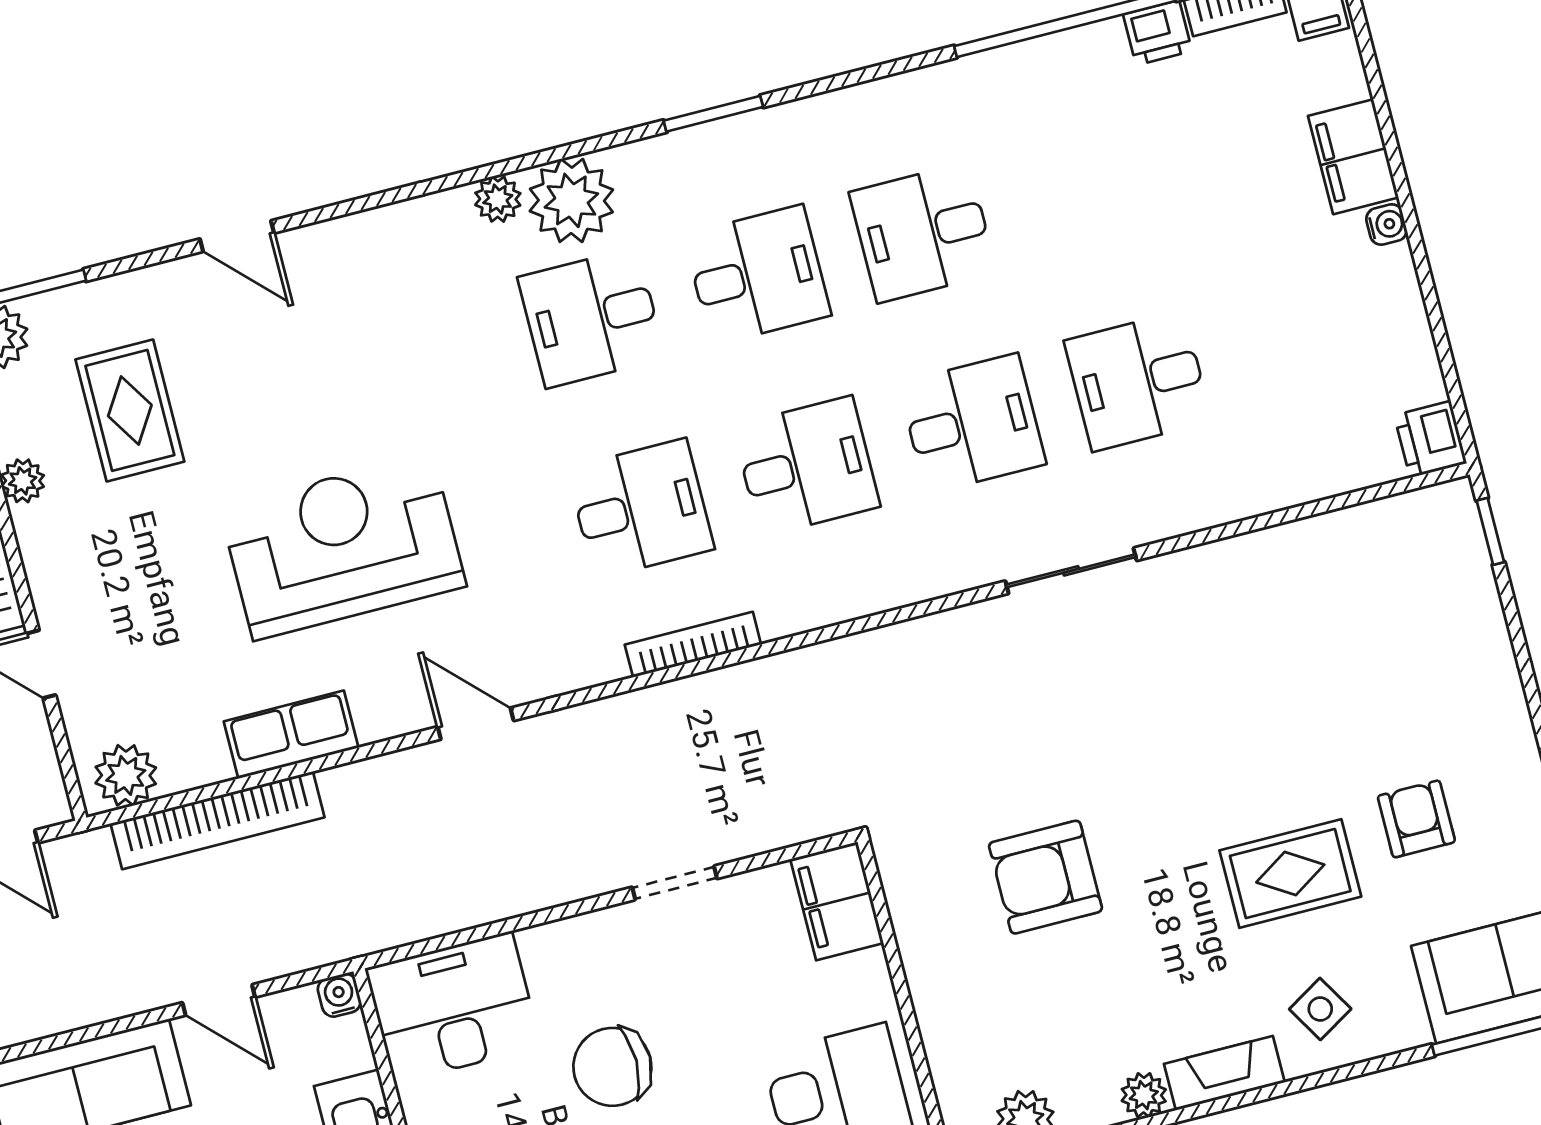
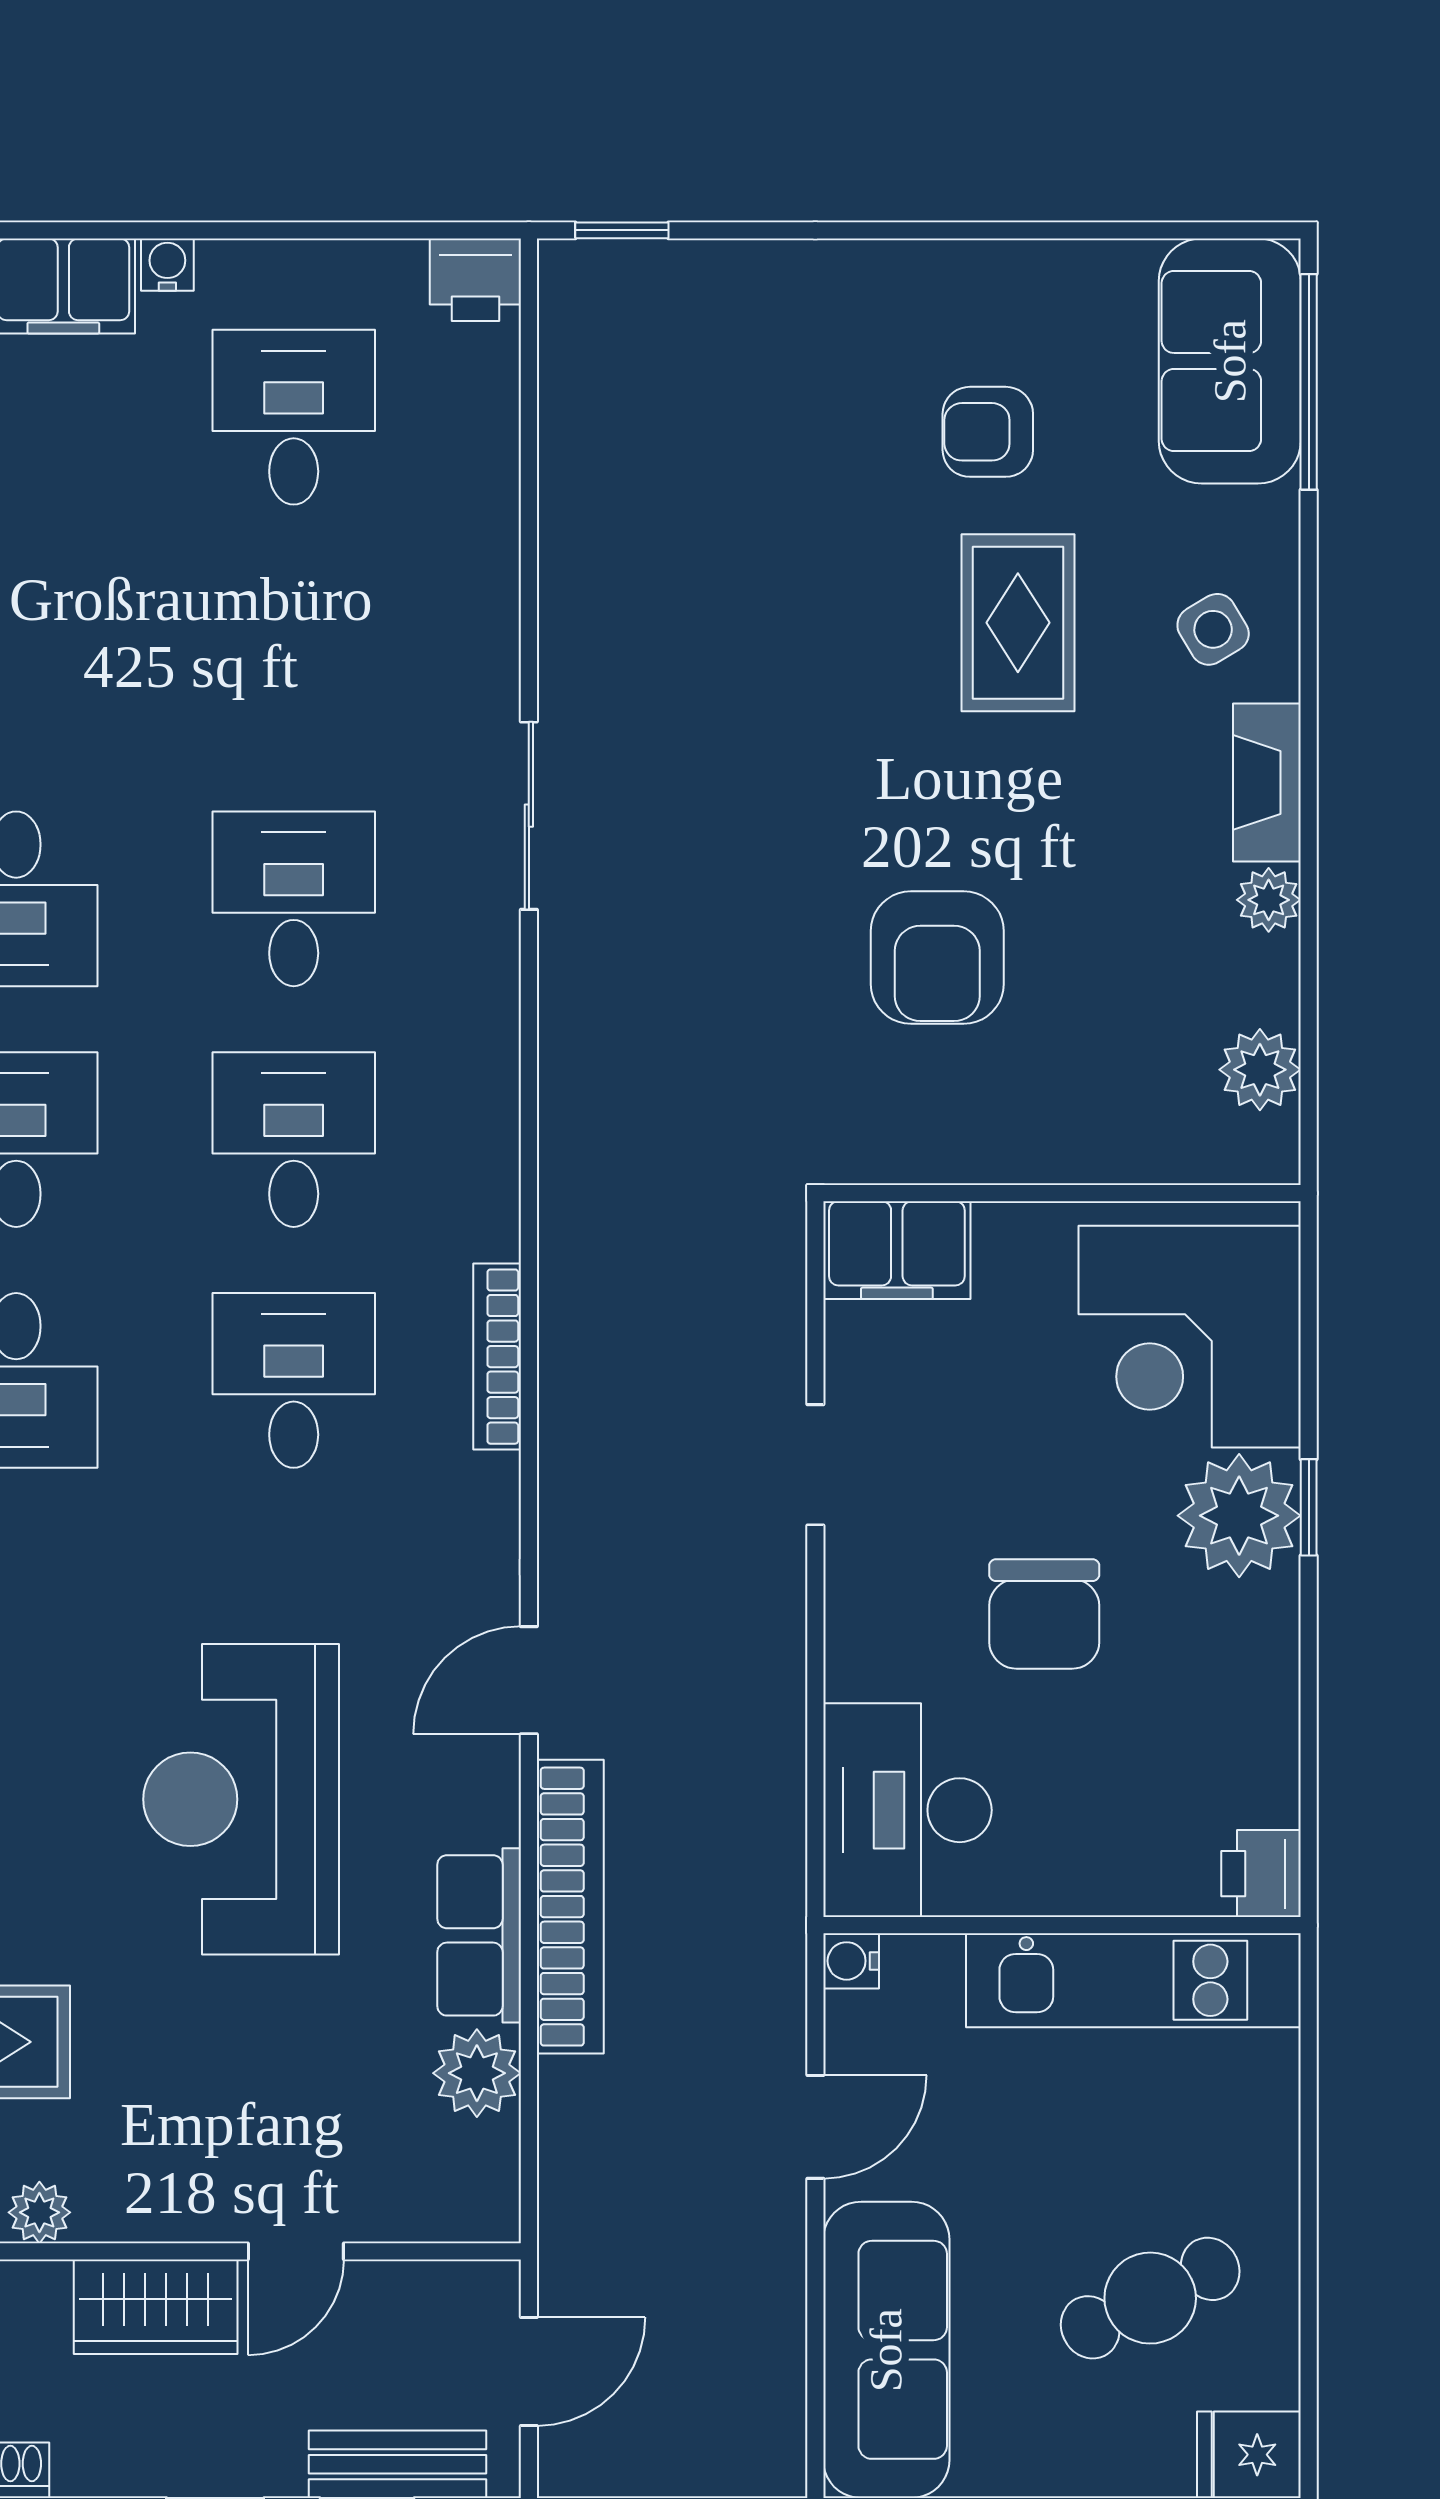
desk: (1138, 381) -> (294, 417), moved, turned 180
plant: (126, 775) -> (477, 2073), moved
bookcase: (217, 820) -> (570, 1907), moved

